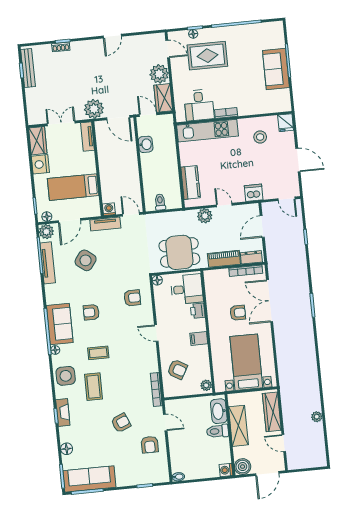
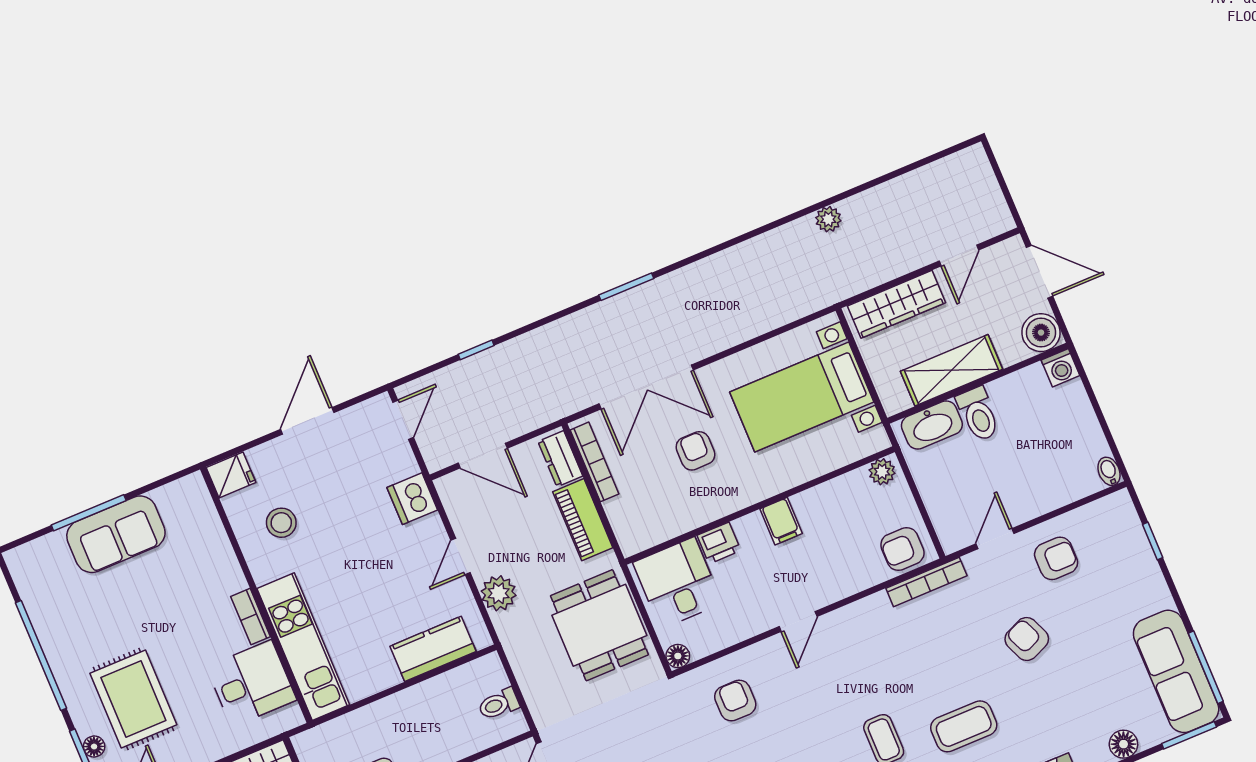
armchair: (177, 369) -> (902, 549), moved, turned -120
plant: (317, 417) -> (828, 219), moved

